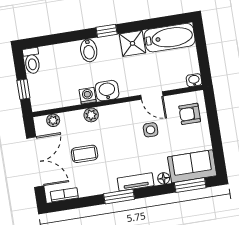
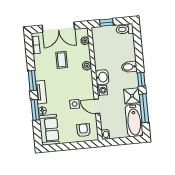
window: (150, 24) -> (144, 108), added
washing machine: (88, 96) -> (102, 90), moved
door: (152, 96) -> (97, 106), hinge flipped
window: (190, 185) -> (35, 110), moved

